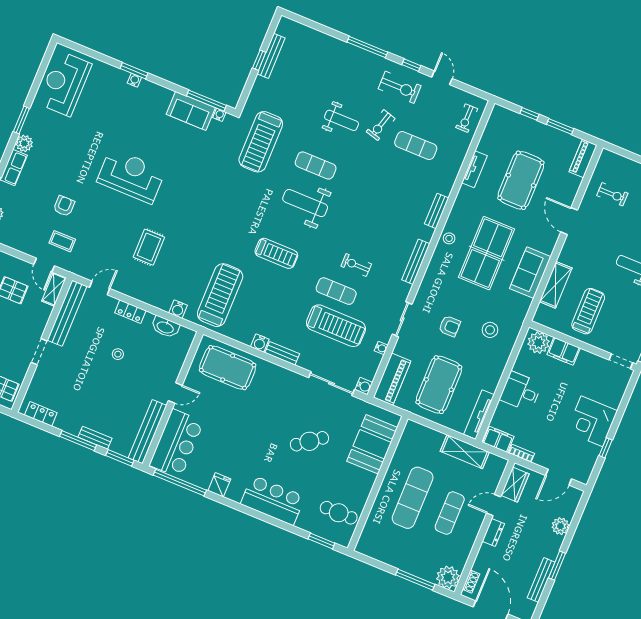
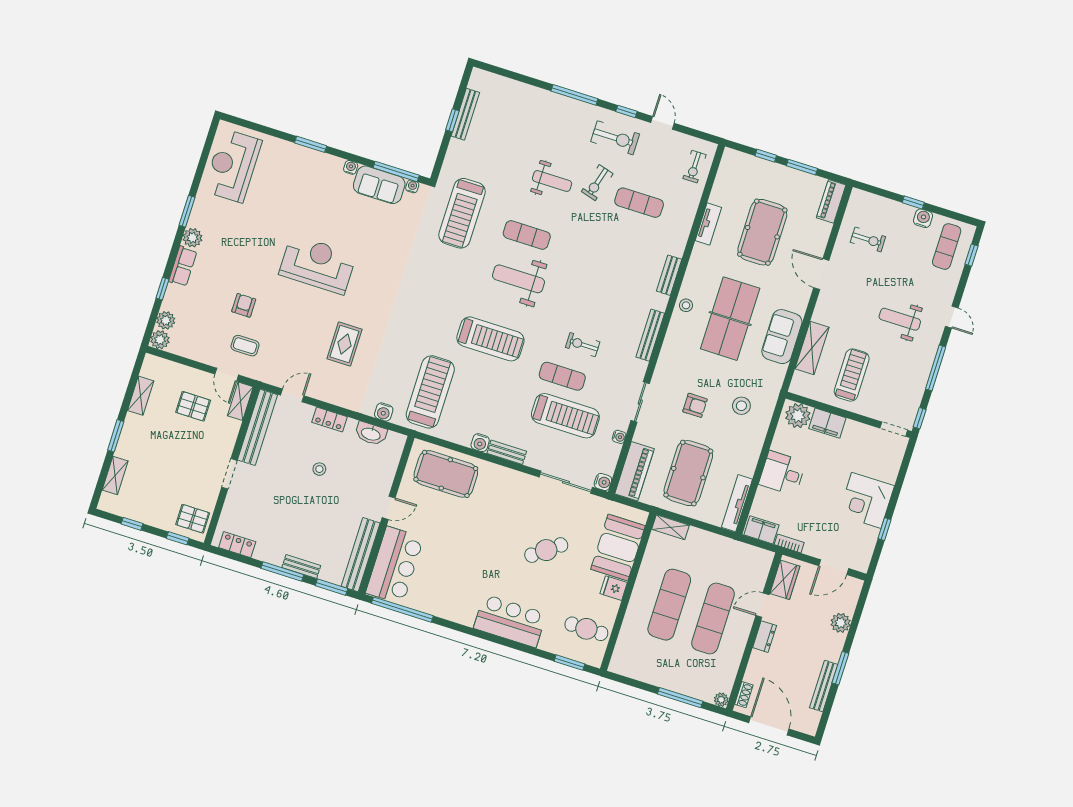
water cooler: (134, 80) -> (351, 167), moved
treadmill: (276, 253) -> (490, 339), width x1.37, depth x1.38
shelving: (465, 452) -> (670, 527), moved, width x0.67, depth x0.75
fridge: (219, 485) -> (614, 588), moved, turned -90
exercise mat: (450, 513) -> (713, 618), width x1.36, depth x1.45
plant: (448, 577) -> (721, 700), width x0.53, depth x0.53

